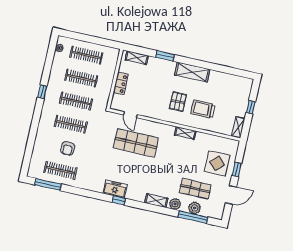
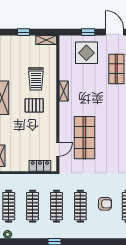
locker: (121, 84) -> (40, 166), moved

